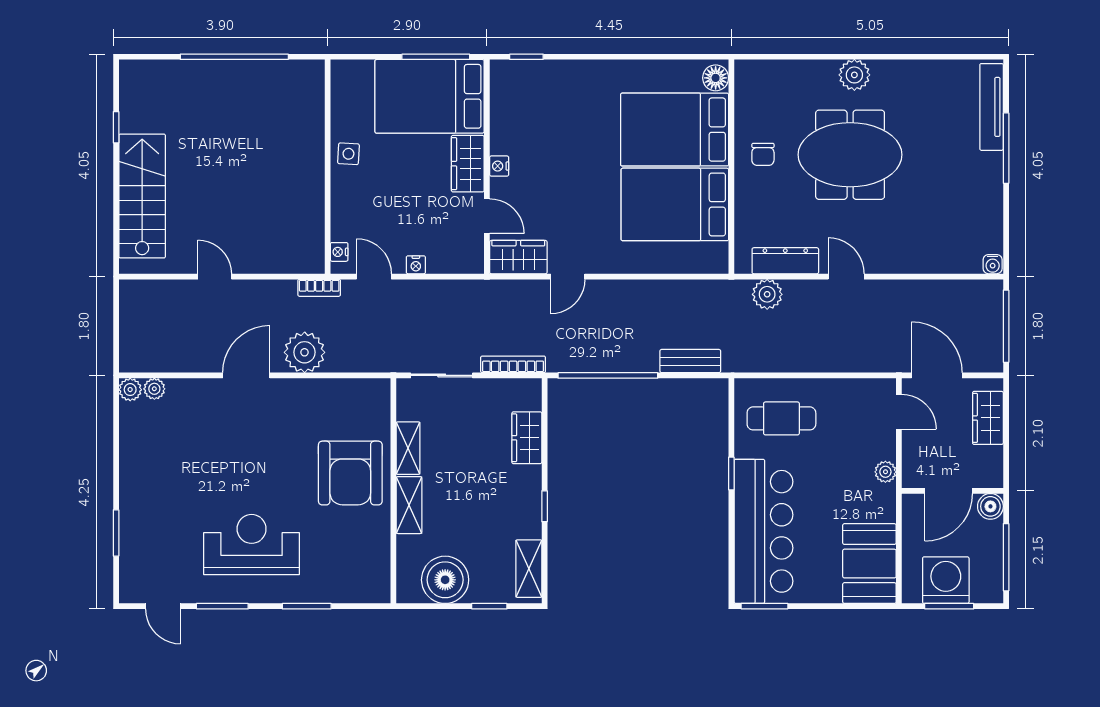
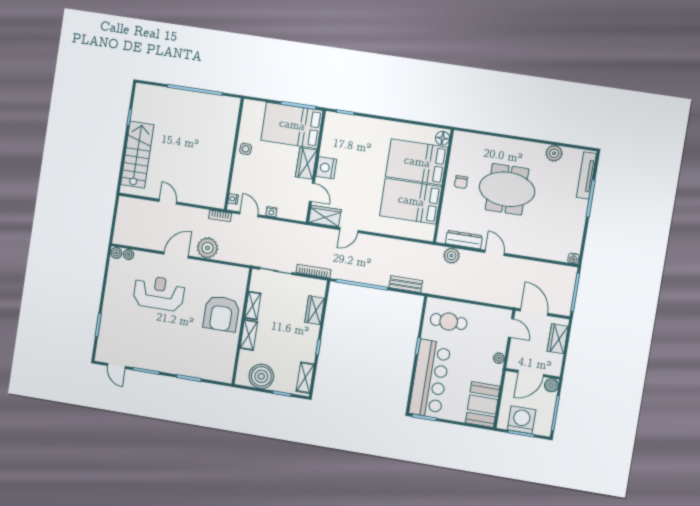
plant: (854, 75) -> (554, 153), moved
nightstand: (499, 166) -> (326, 168), width x1.89, depth x1.79
reception desk: (252, 545) -> (159, 293), moved

